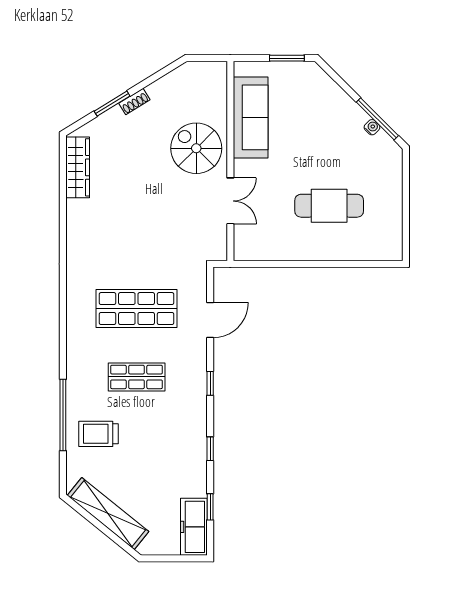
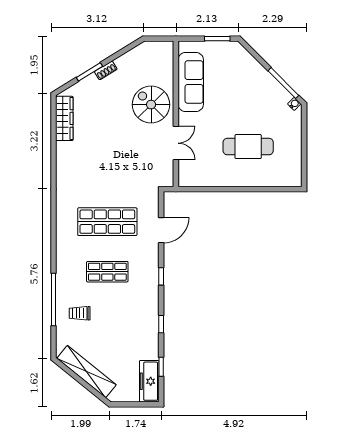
water cooler: (372, 127) -> (294, 104), moved
trolley: (99, 434) -> (80, 313), width x0.73, depth x0.72

